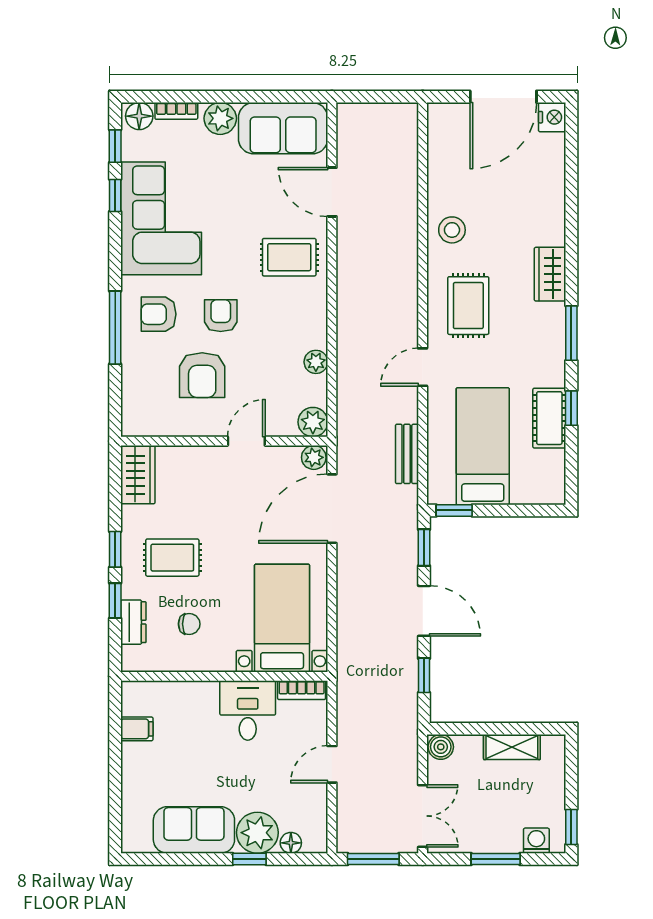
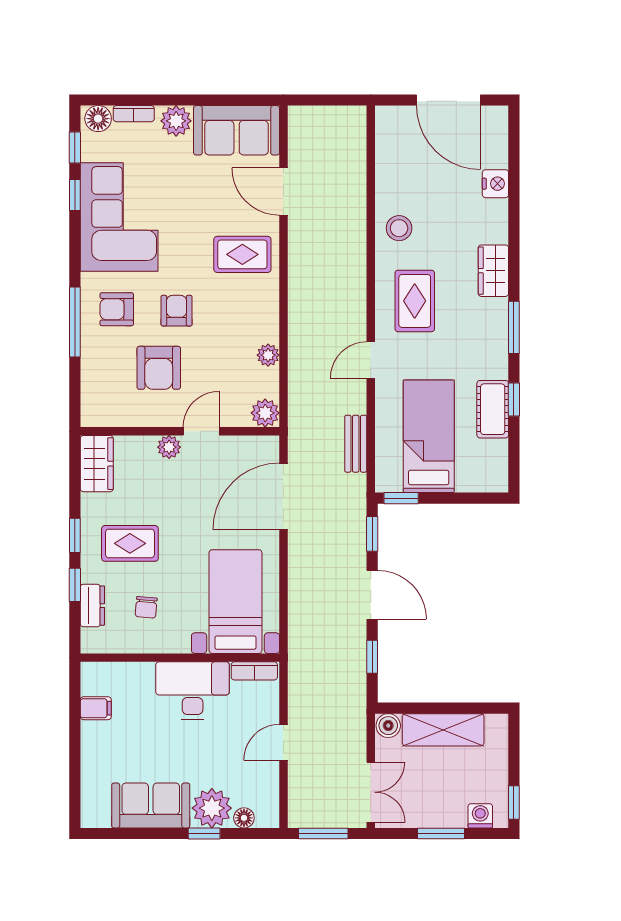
door: (503, 97) -> (448, 100), hinge flipped
nightstand: (552, 117) -> (495, 184), moved
plant: (314, 457) -> (169, 447), moved
chair: (189, 624) -> (146, 607), turned 95
desk: (248, 710) -> (193, 690), width x1.37
shelving: (512, 747) -> (443, 730), width x1.50, depth x1.33

